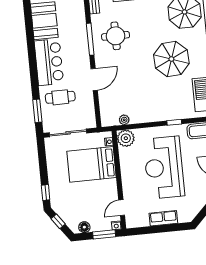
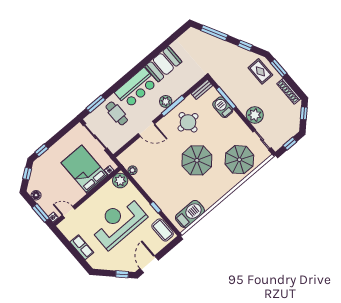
plant: (81, 43) -> (166, 101), added
parasol: (171, 59) -> (197, 160), moved

